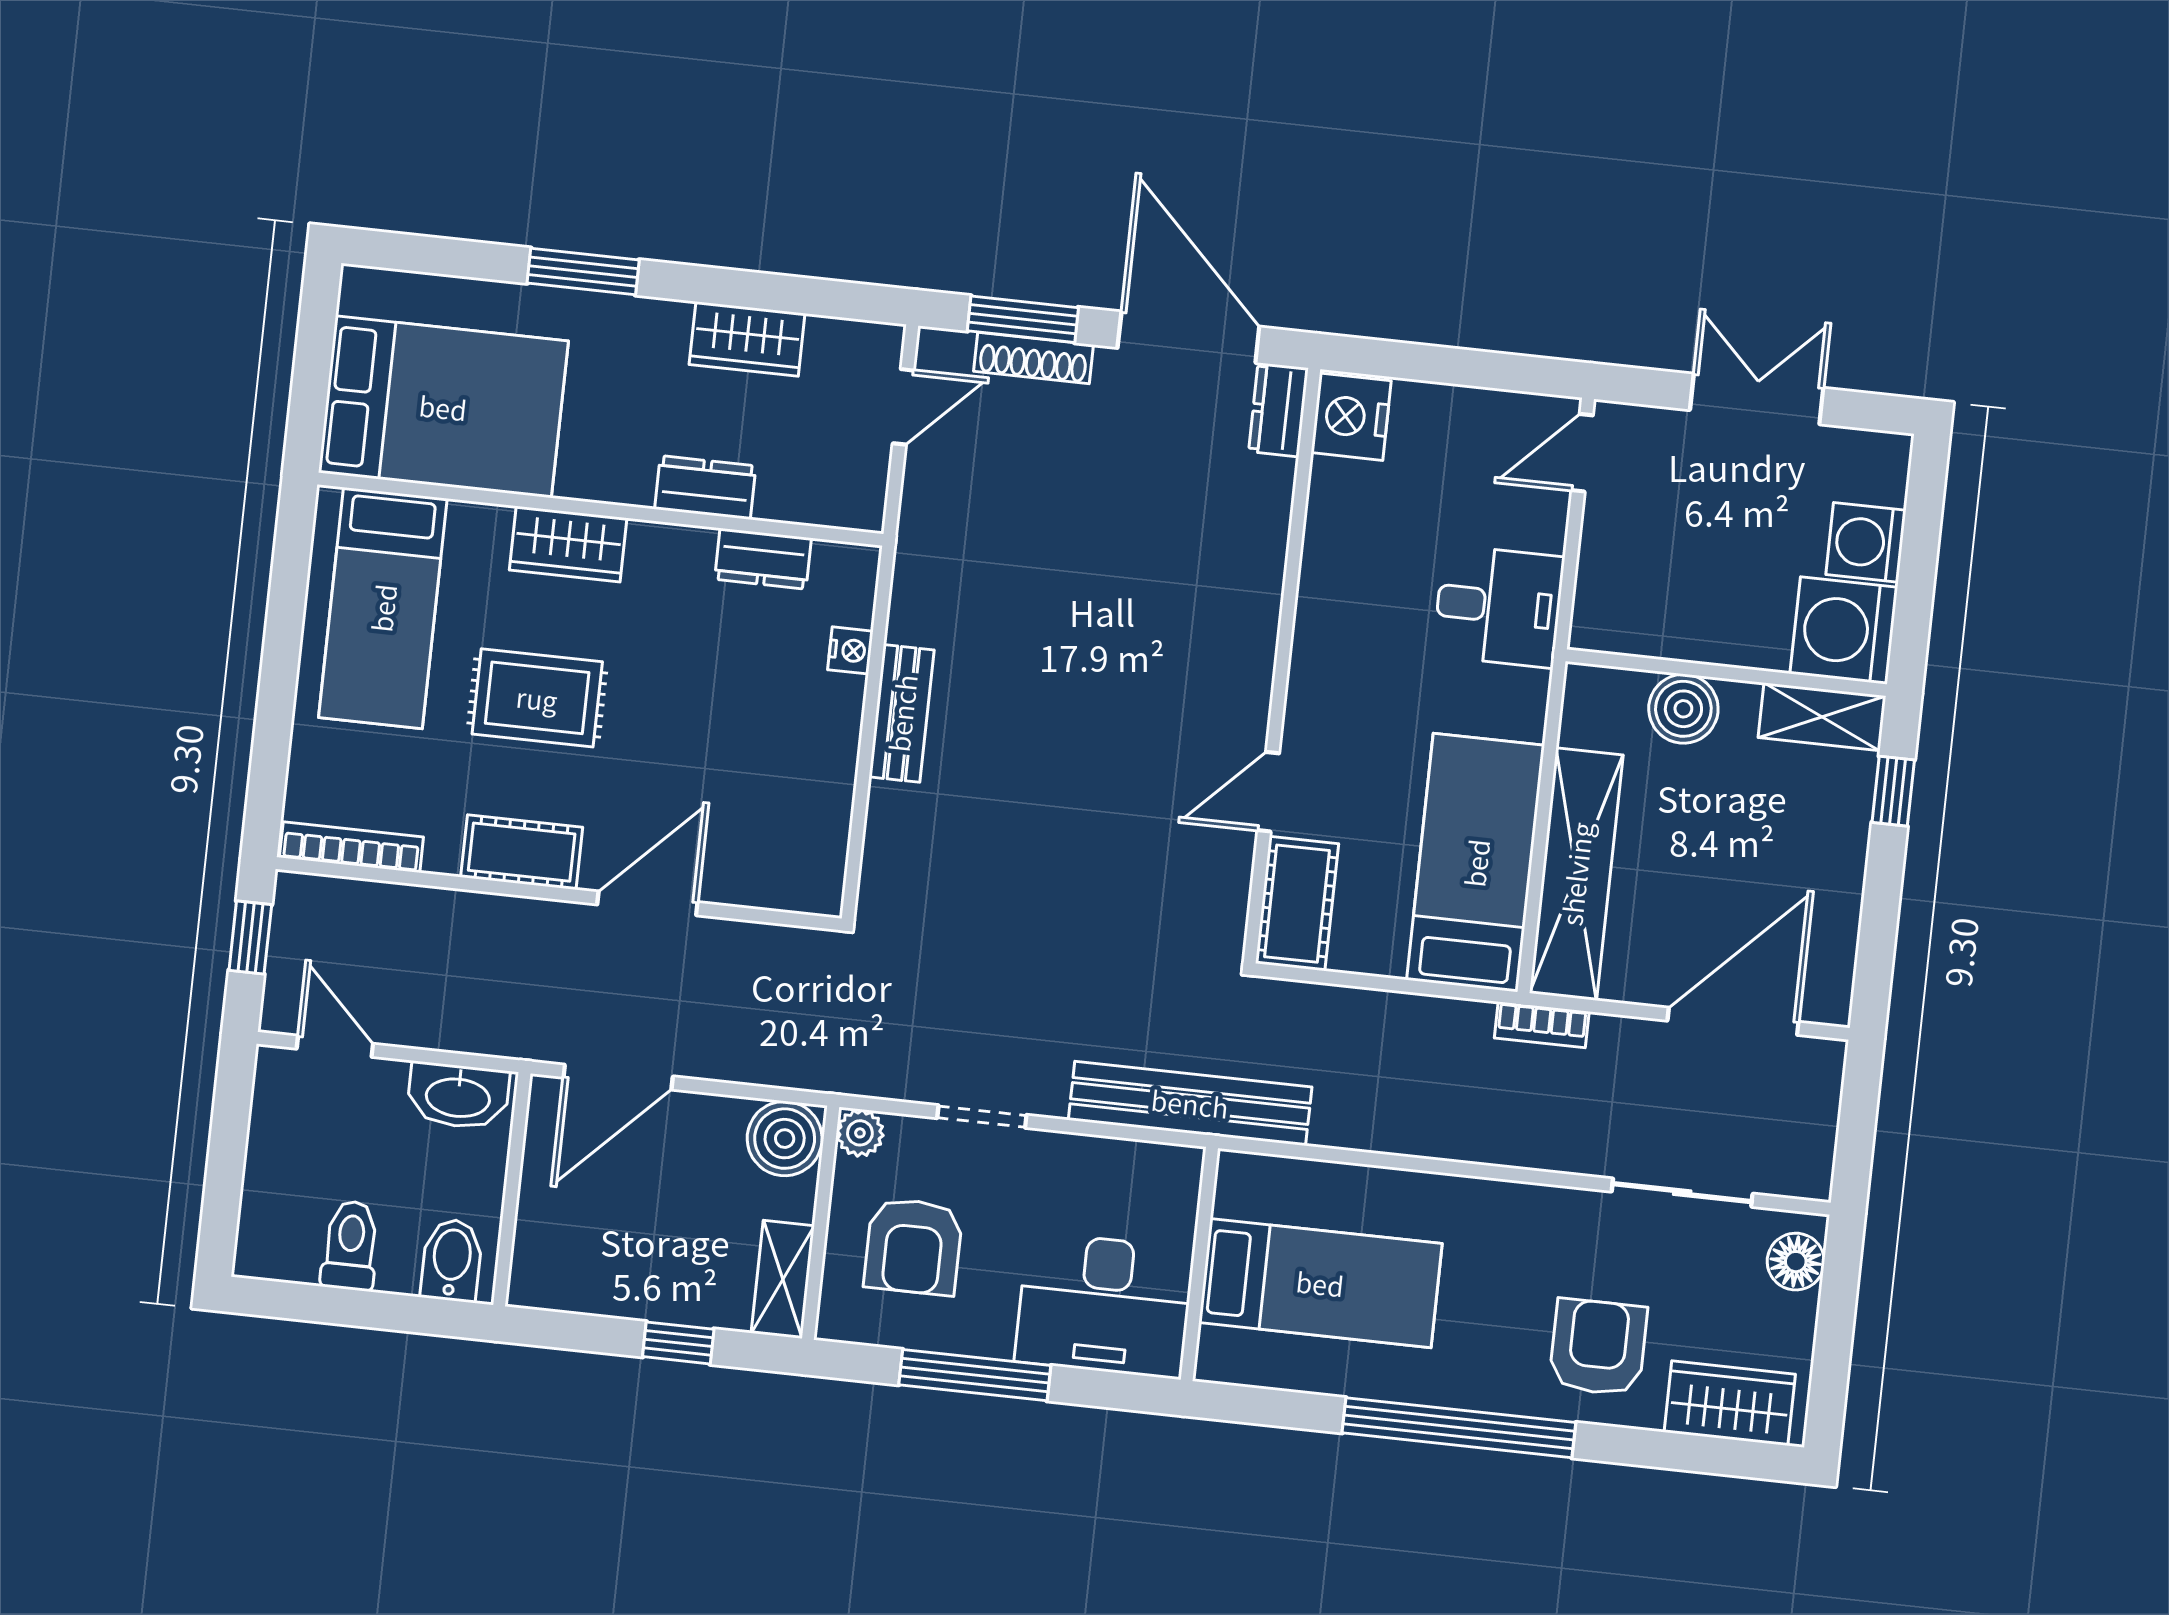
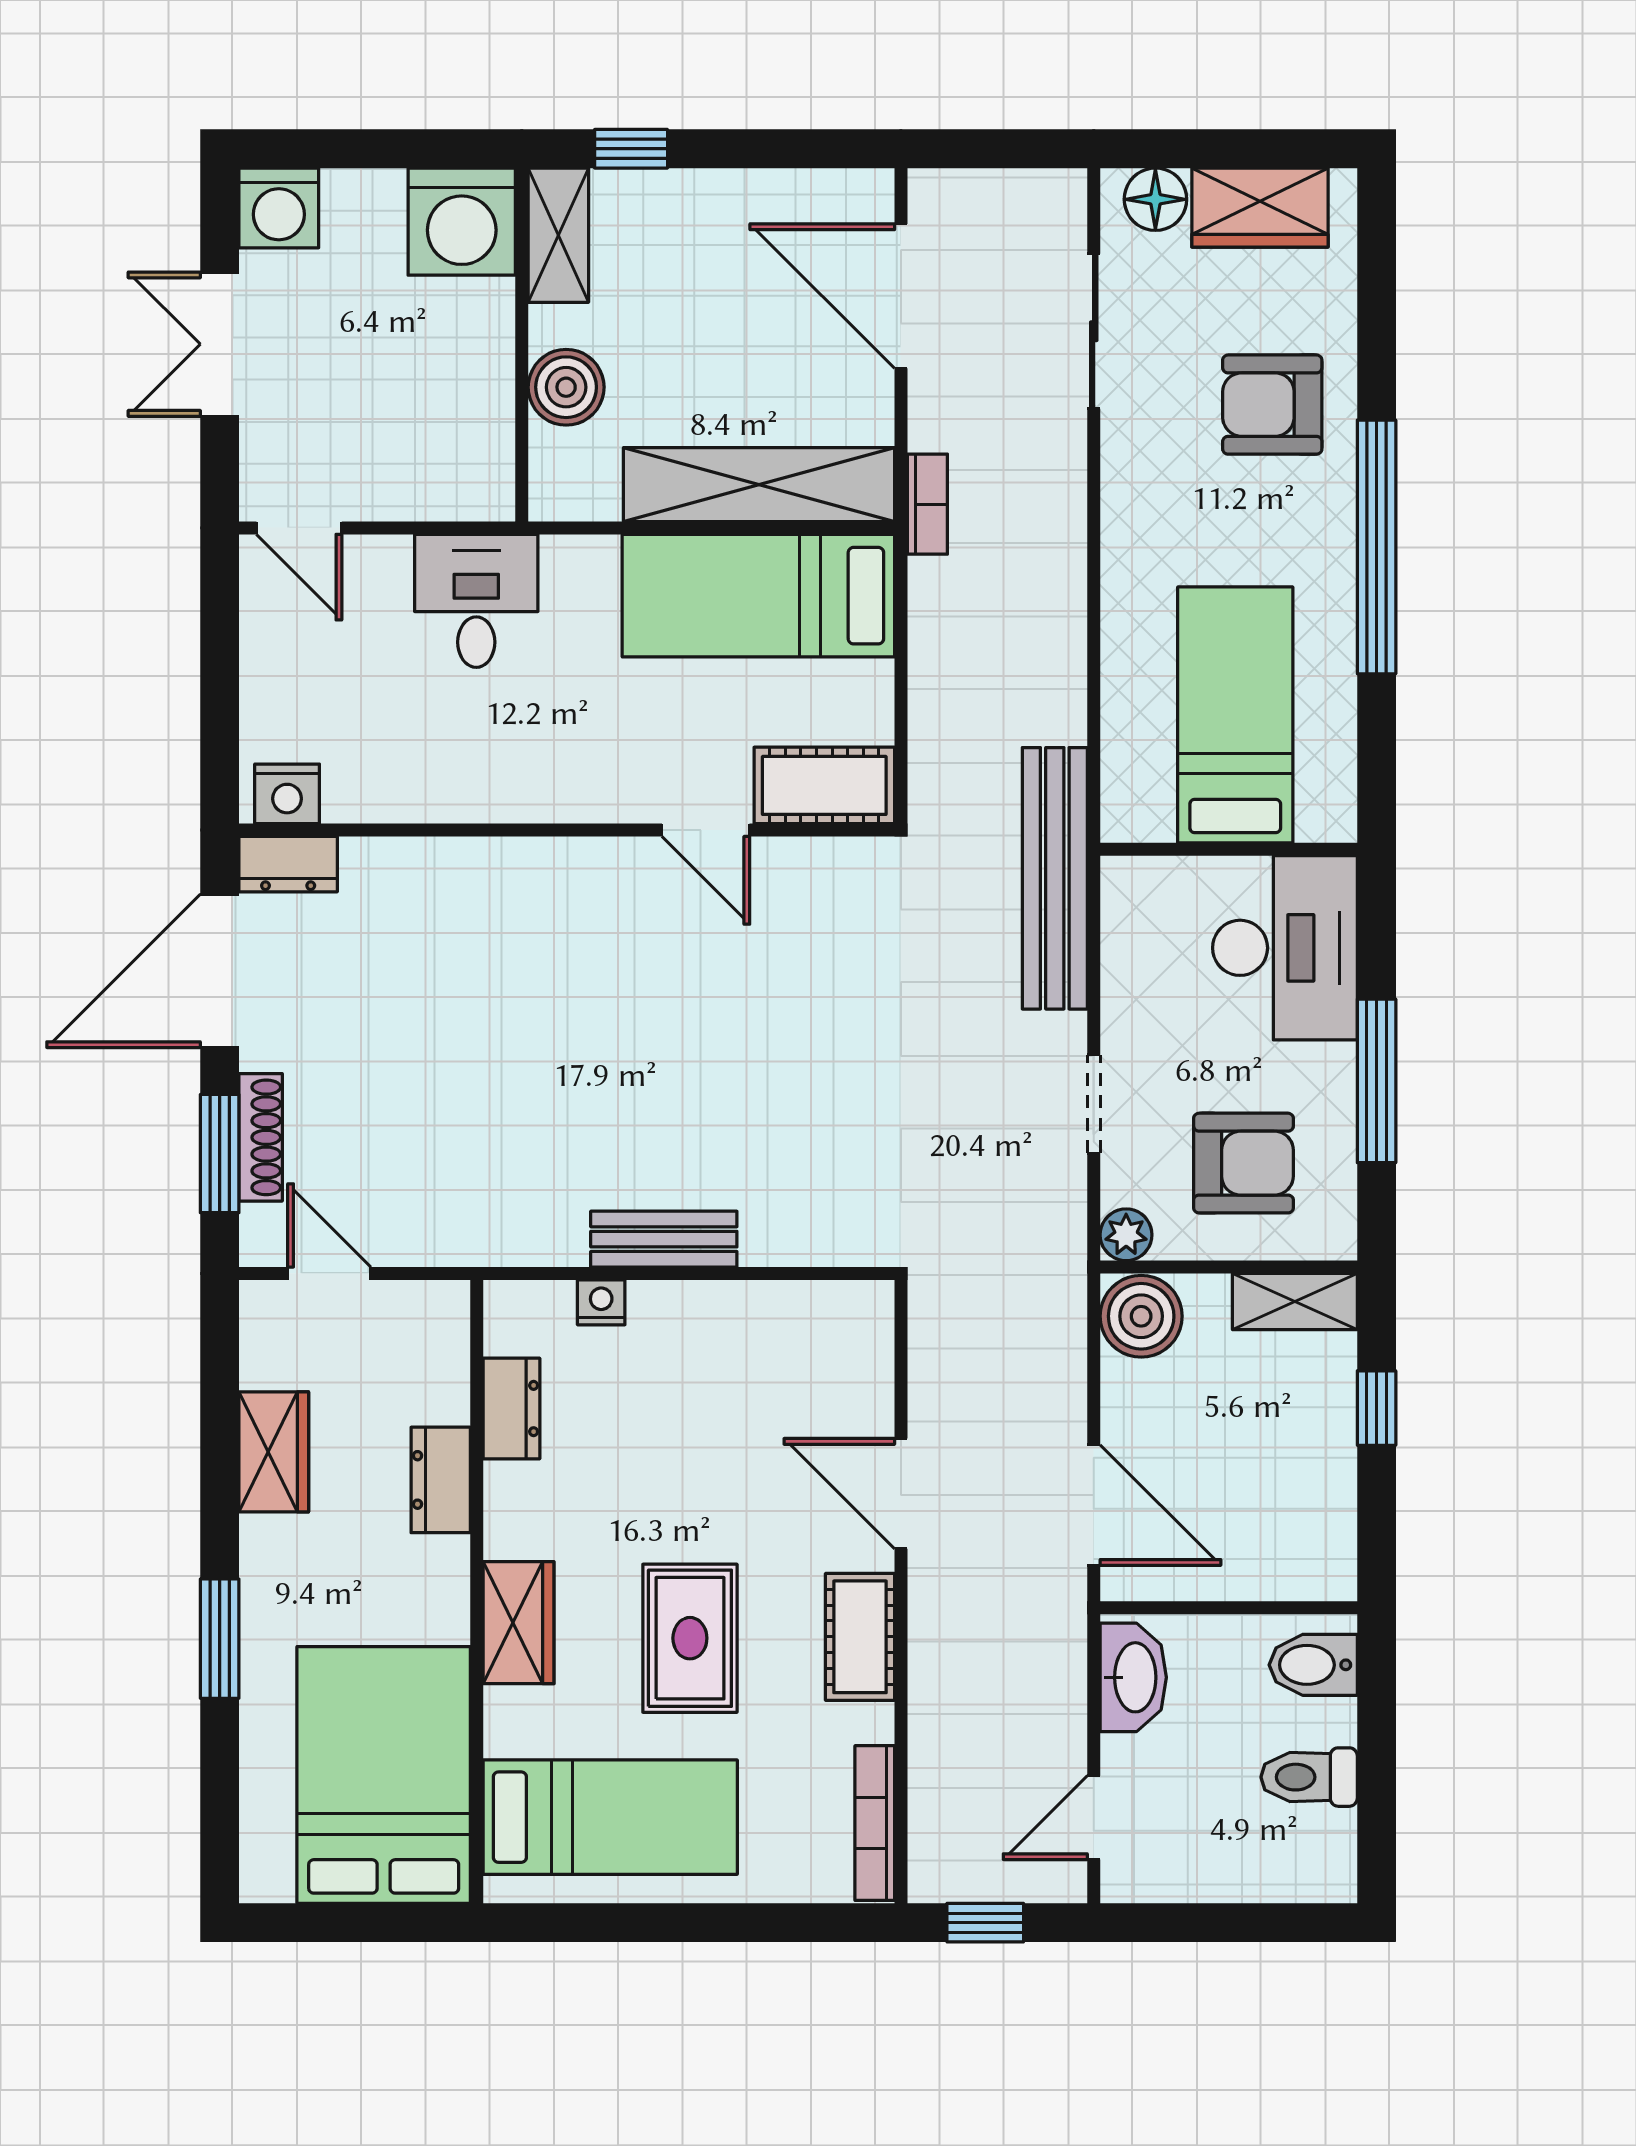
nightstand: (1351, 417) -> (287, 794), width x0.74, depth x0.75
washing machine: (1866, 542) -> (279, 208), moved
wardrobe: (1730, 1403) -> (1260, 208), moved, turned -90

